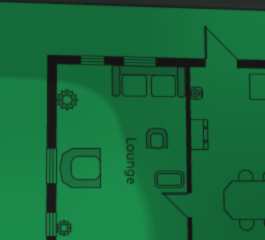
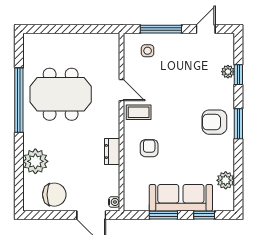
sofa: (149, 81) -> (181, 198), moved
water cooler: (196, 93) -> (114, 202), moved
armchair: (80, 168) -> (214, 122), width x0.73, depth x0.73

